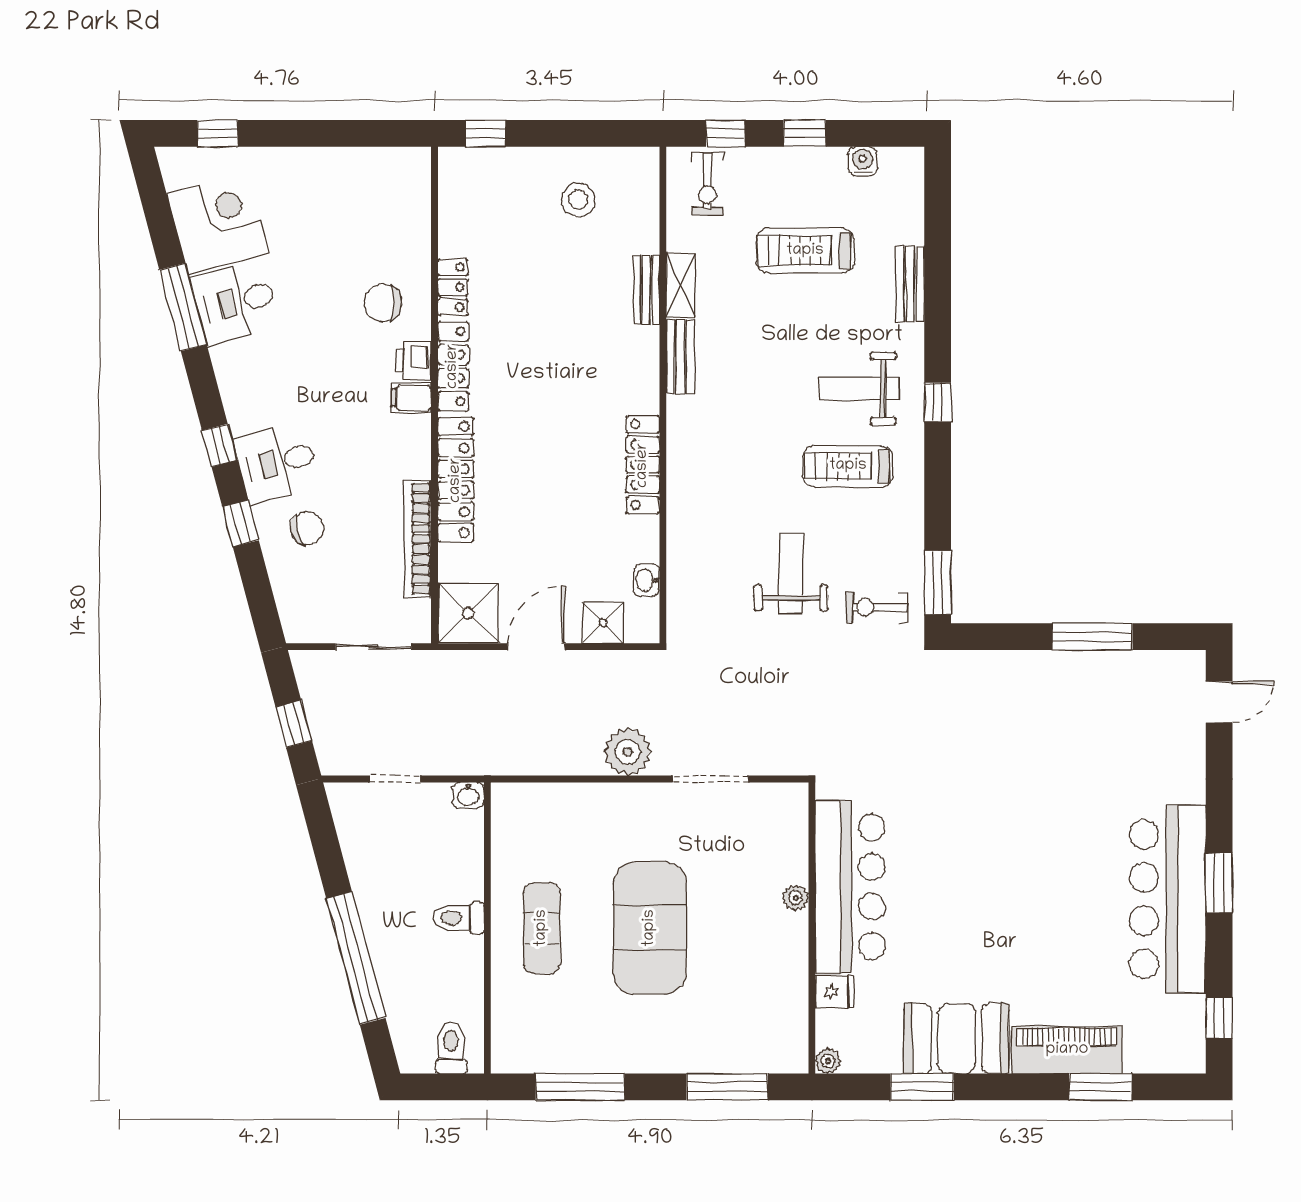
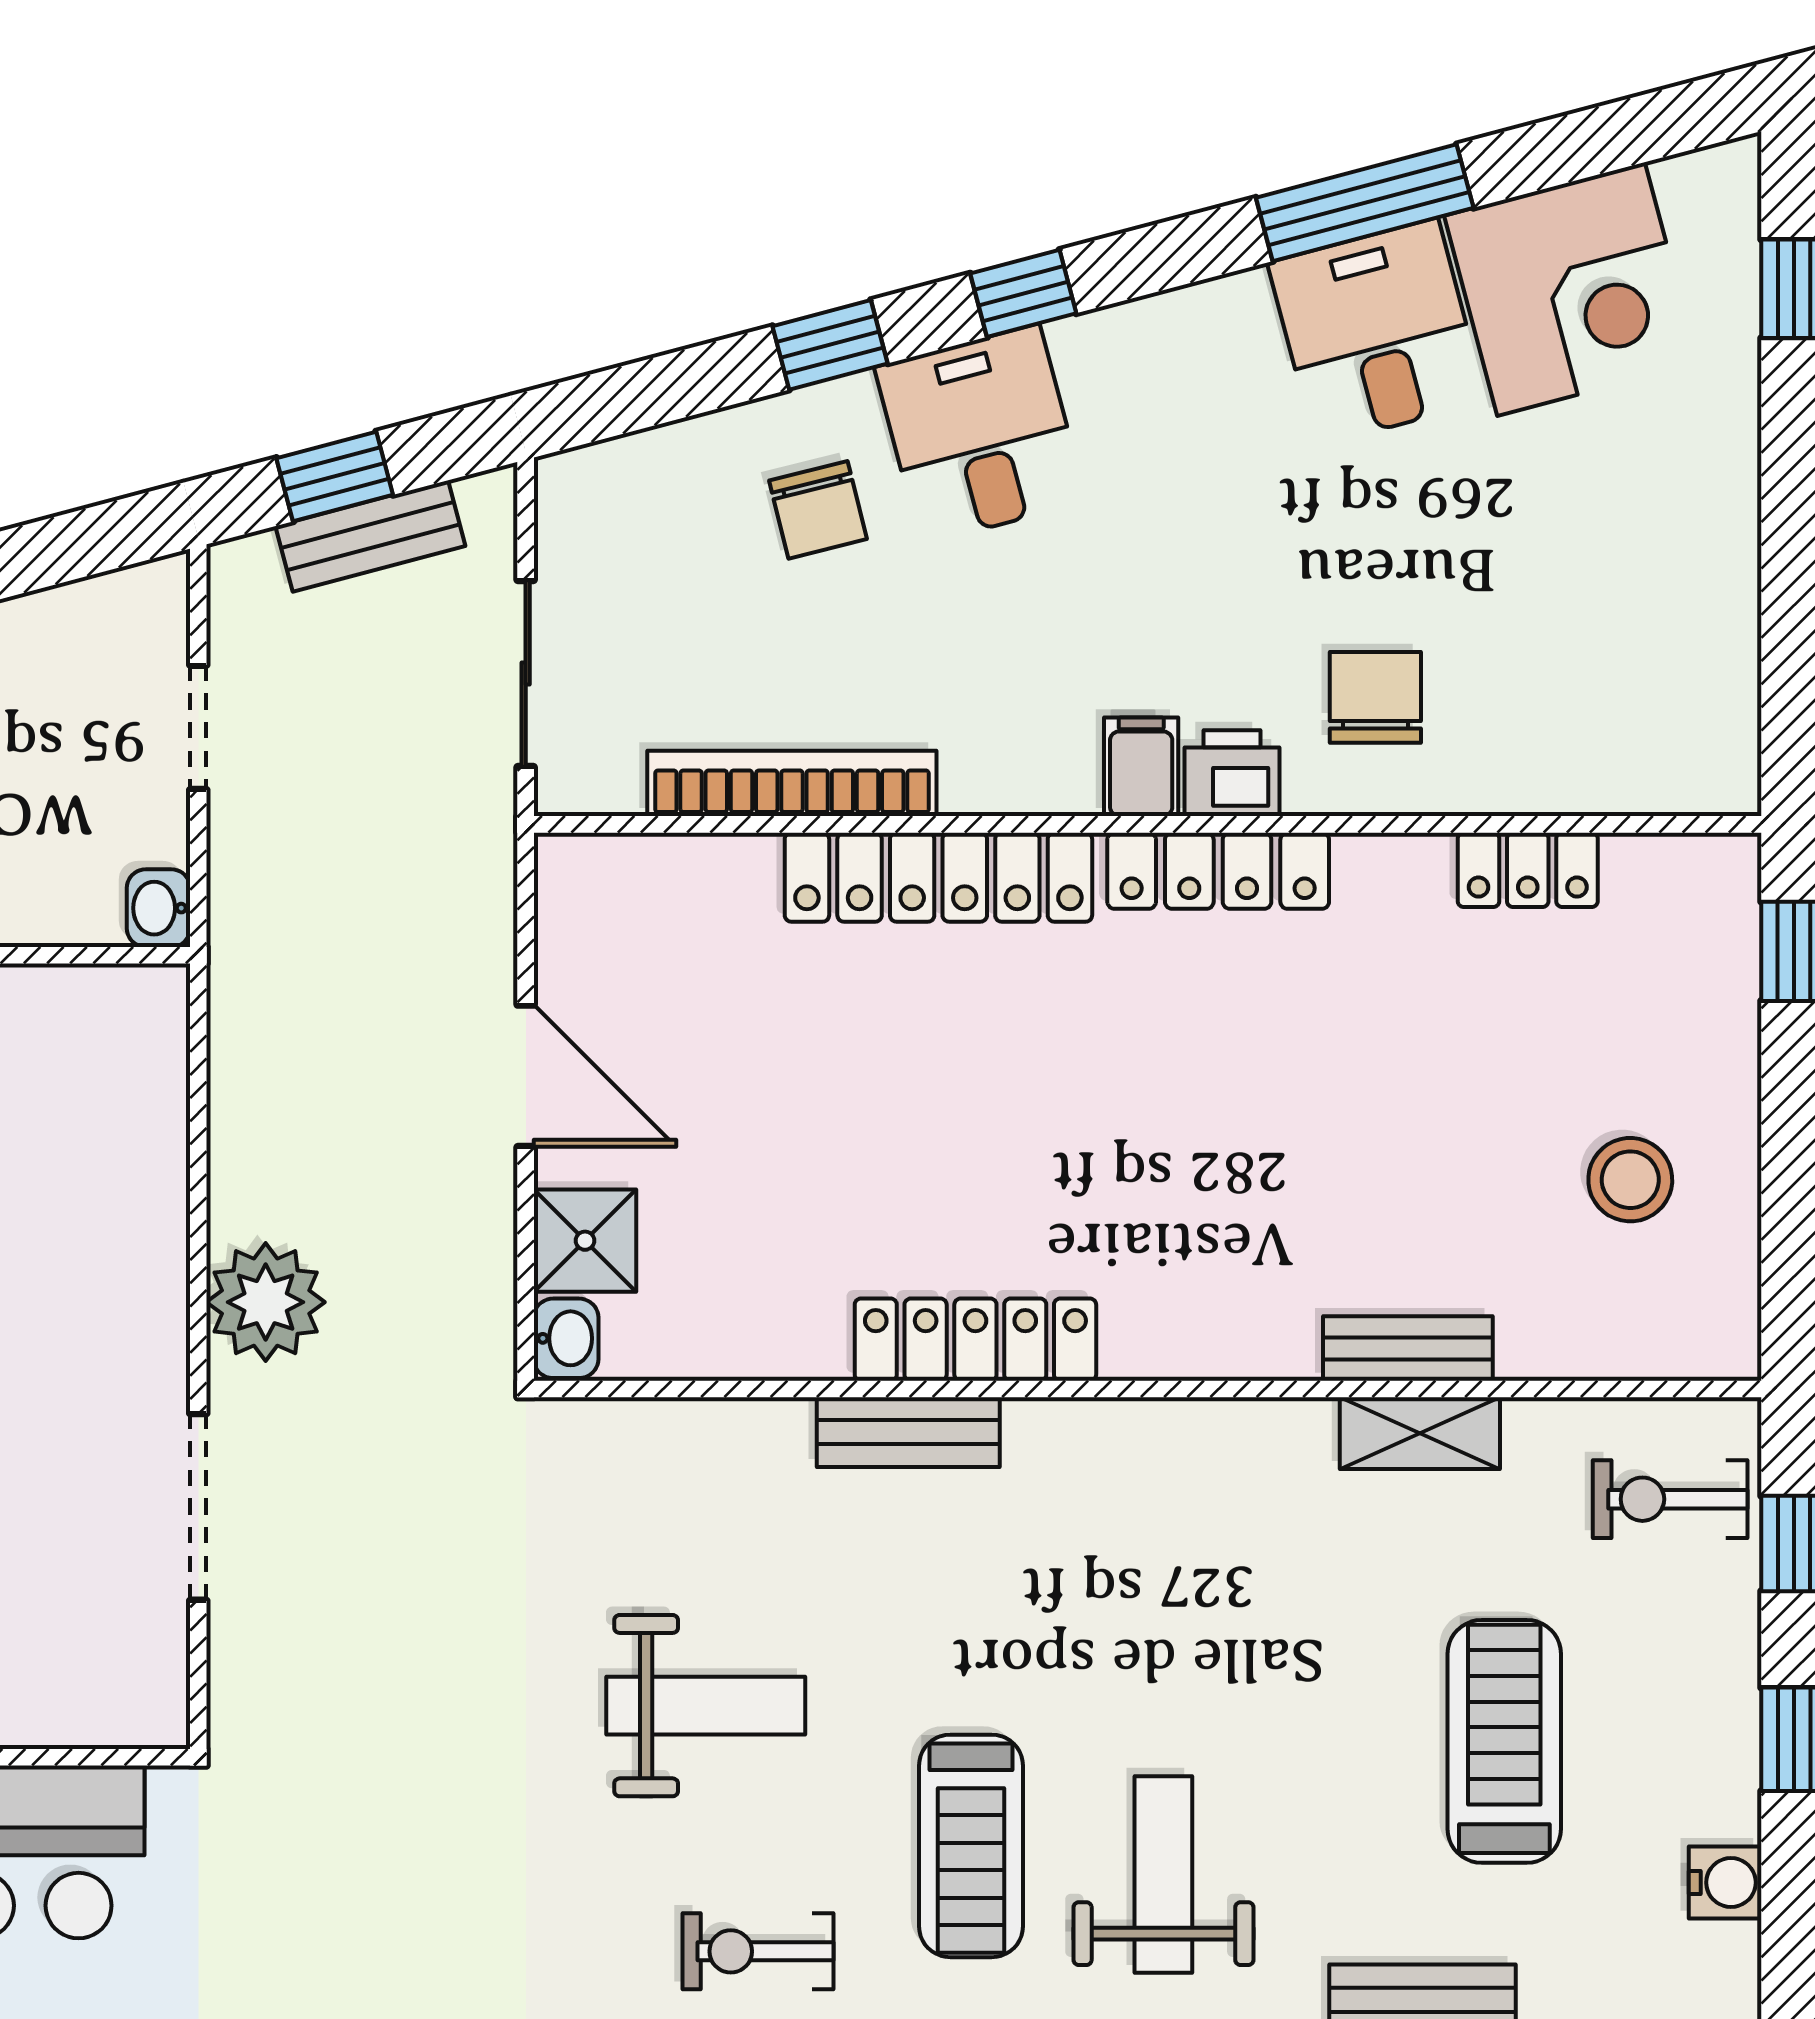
locker: (453, 287) -> (1528, 870), moved
bench: (680, 357) -> (908, 1432), moved
treadmill: (848, 466) -> (971, 1846), turned 180
washbasin: (647, 580) -> (566, 1338), moved, turned 90
exercise bike: (876, 607) -> (758, 1951), moved, turned -90
shower: (468, 613) -> (608, 907), removed
bench: (318, 709) -> (370, 536), added

